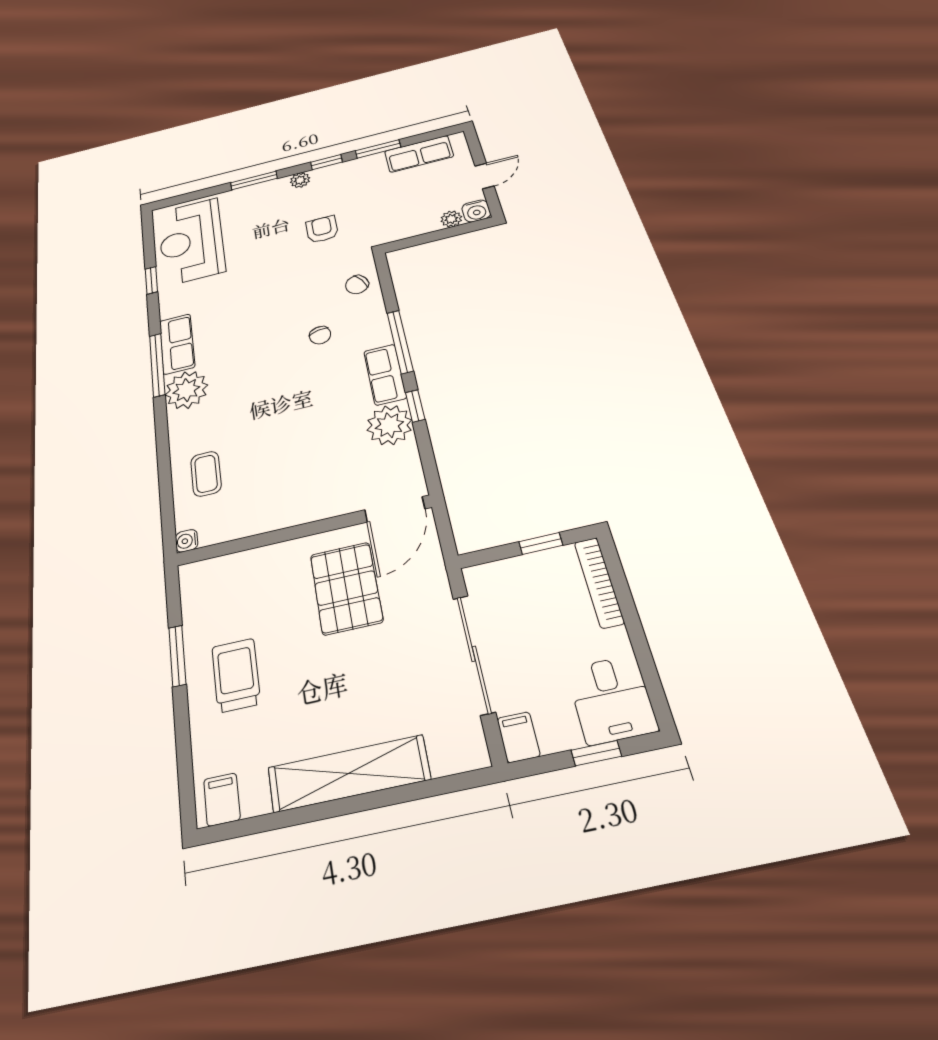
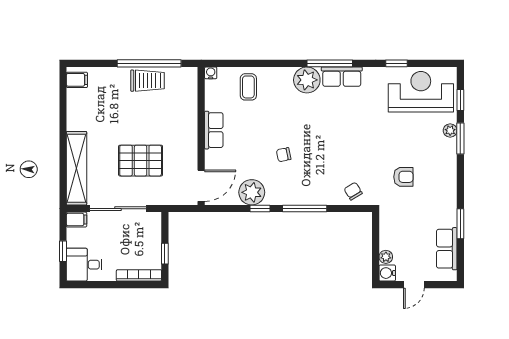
window: (327, 162) -> (460, 100), moved
door: (484, 176) -> (414, 285), hinge flipped
plant: (300, 180) -> (450, 130), moved
chair: (320, 335) -> (284, 155), moved
row of seats: (385, 374) -> (214, 130), moved, turned 90
coffee table: (206, 474) -> (248, 87), turned 90
door: (395, 509) -> (201, 186), swing flipped
pallet: (346, 588) -> (141, 161), moved
window: (177, 656) -> (149, 63), width x2.11
trolley: (236, 675) -> (148, 81), moved
shelving: (348, 773) -> (76, 168), moved

